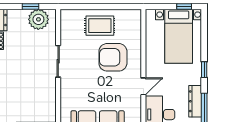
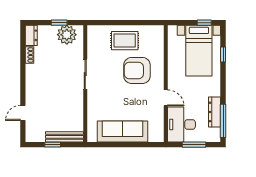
window: (204, 70) -> (223, 54), moved
door: (143, 86) -> (166, 98), hinge flipped

